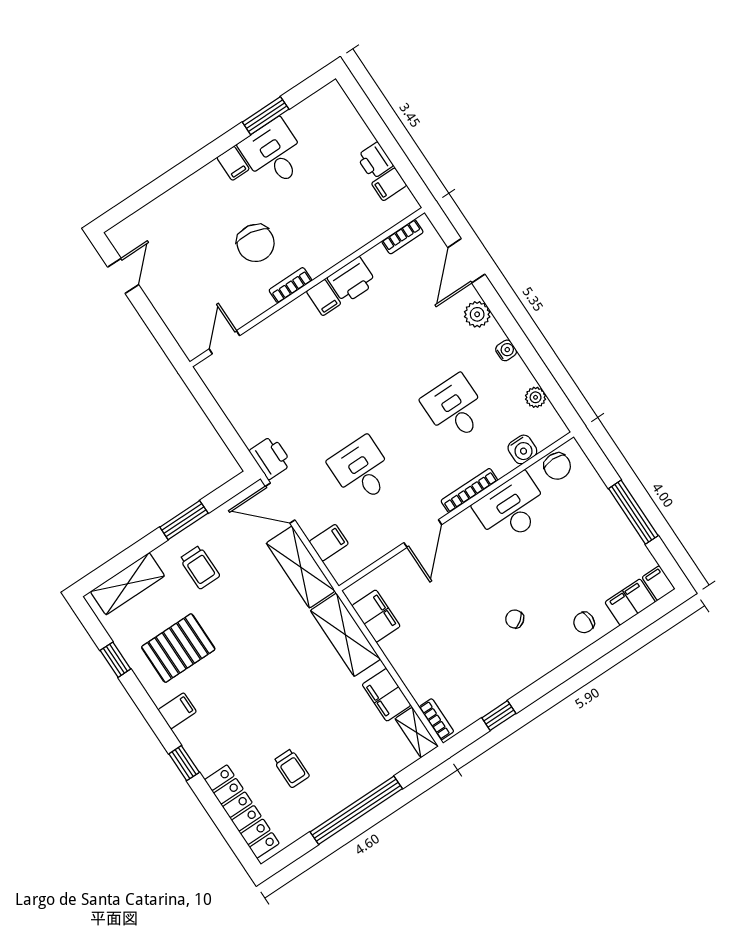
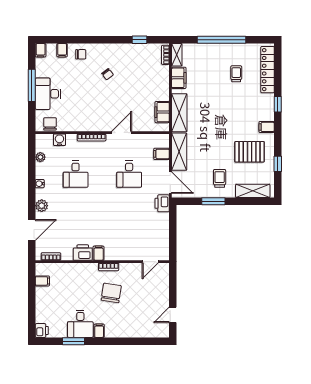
printer: (375, 161) -> (42, 331), moved
desk: (512, 509) -> (48, 94), moved, turned 90
filing cabinet: (630, 602) -> (62, 50), width x0.50

